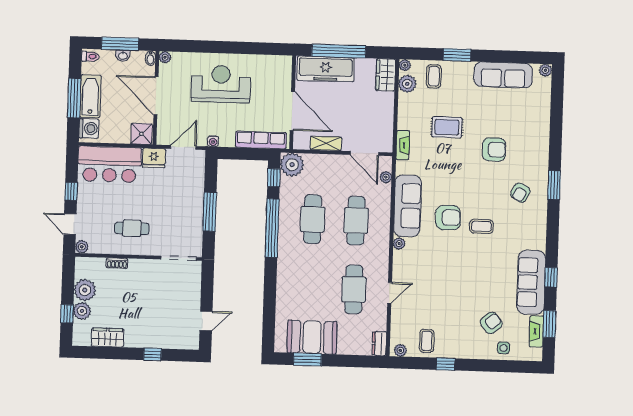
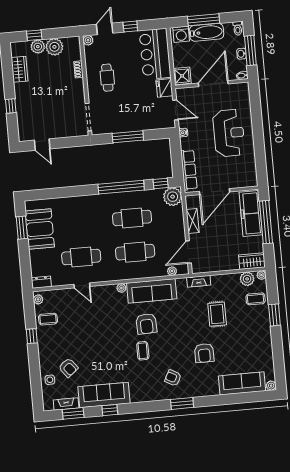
plant: (165, 57) -> (244, 87), removed
sofa: (503, 75) -> (242, 383), moved, turned 90

